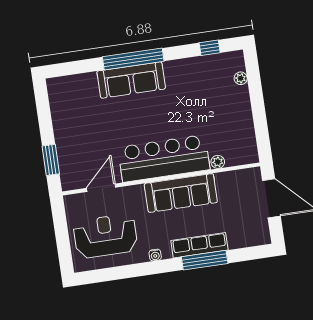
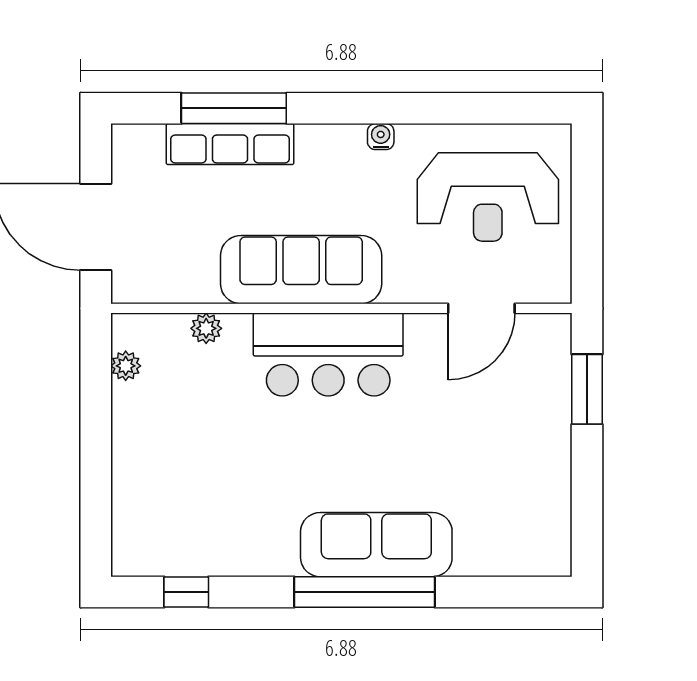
plant: (241, 78) -> (126, 366), moved
bar counter: (164, 158) -> (328, 355), width x0.73
row of seats: (199, 245) -> (230, 144), moved
window: (205, 260) -> (234, 108), moved

